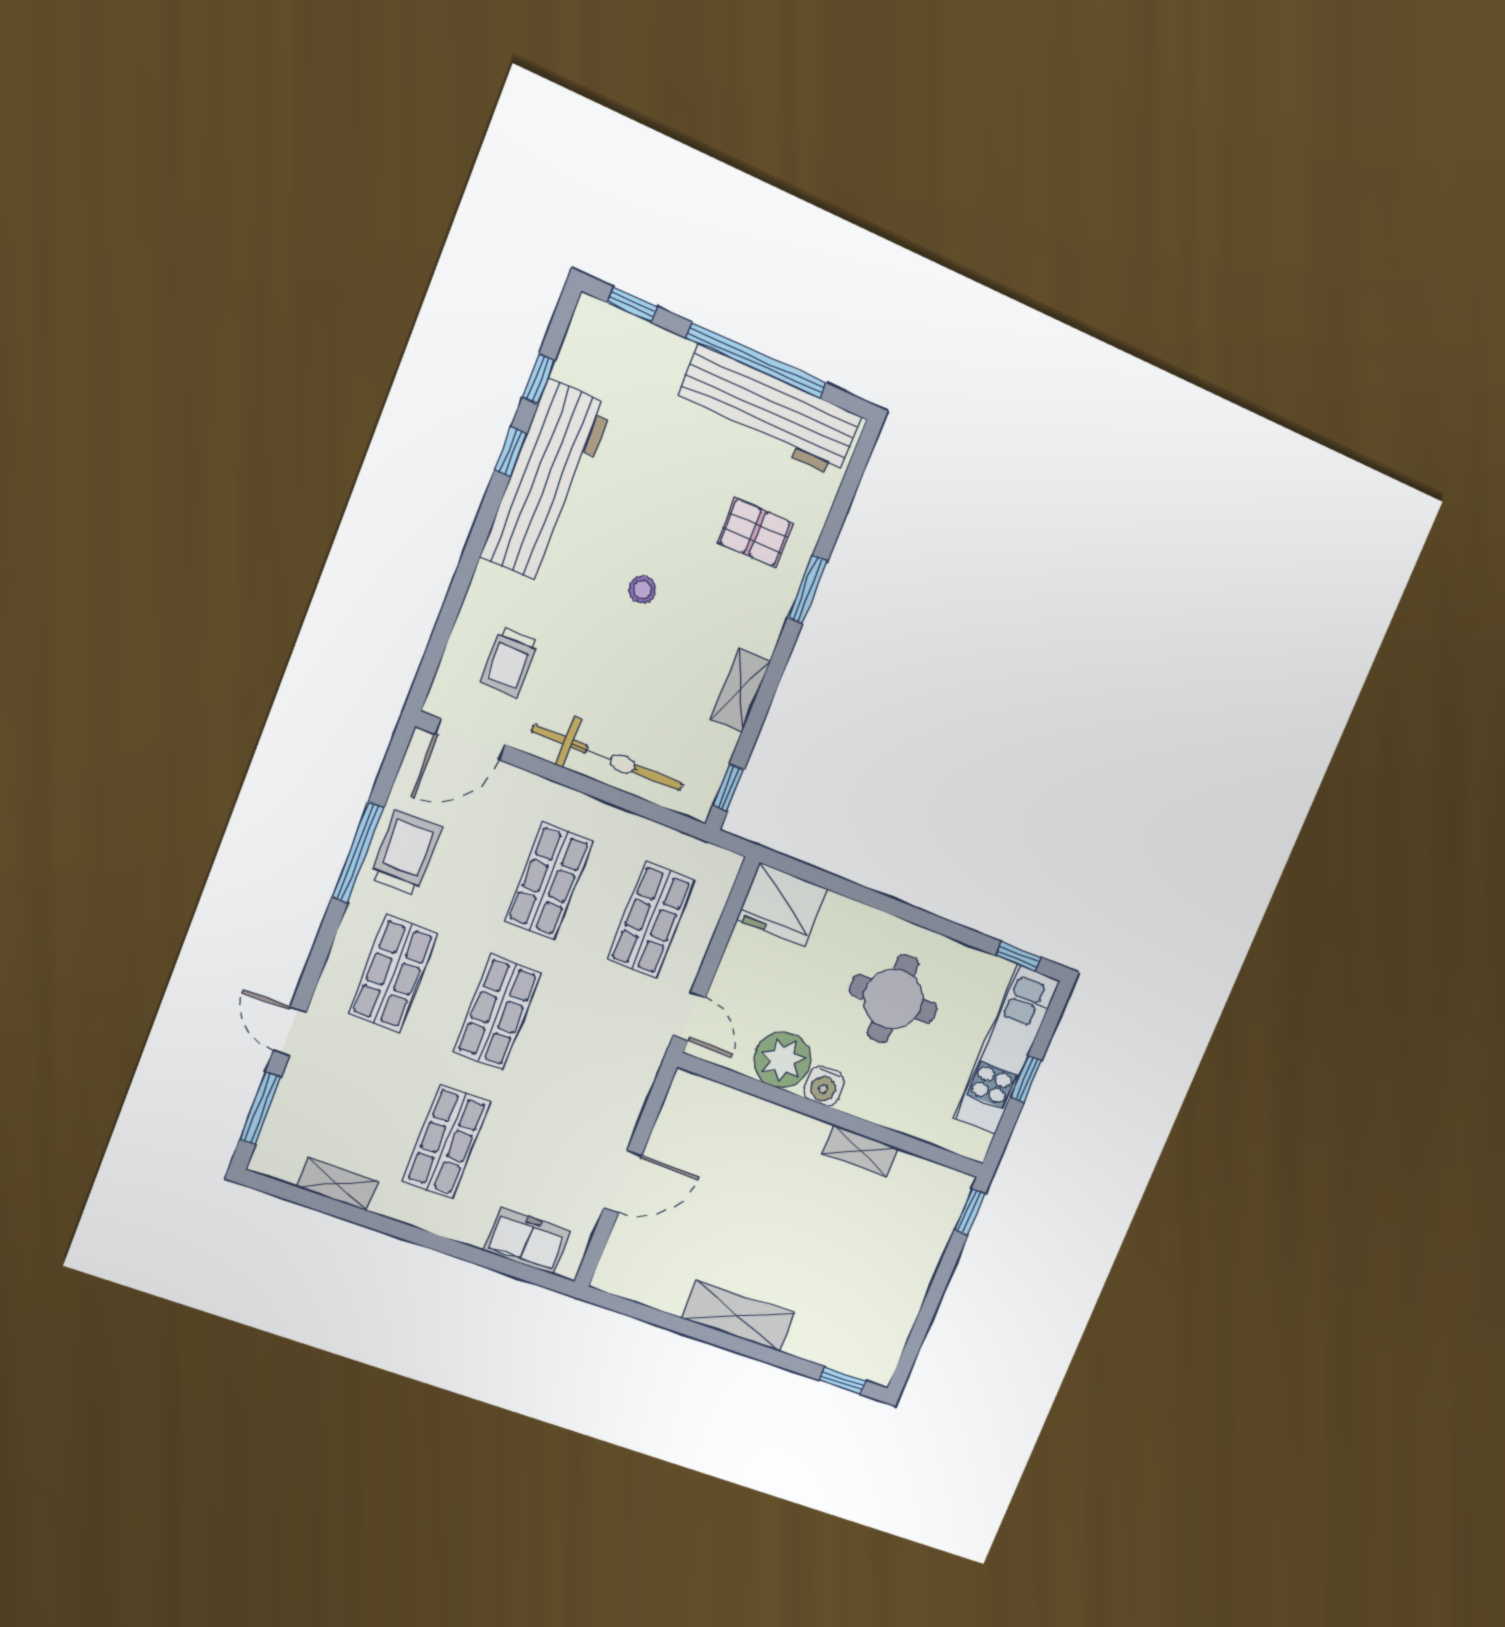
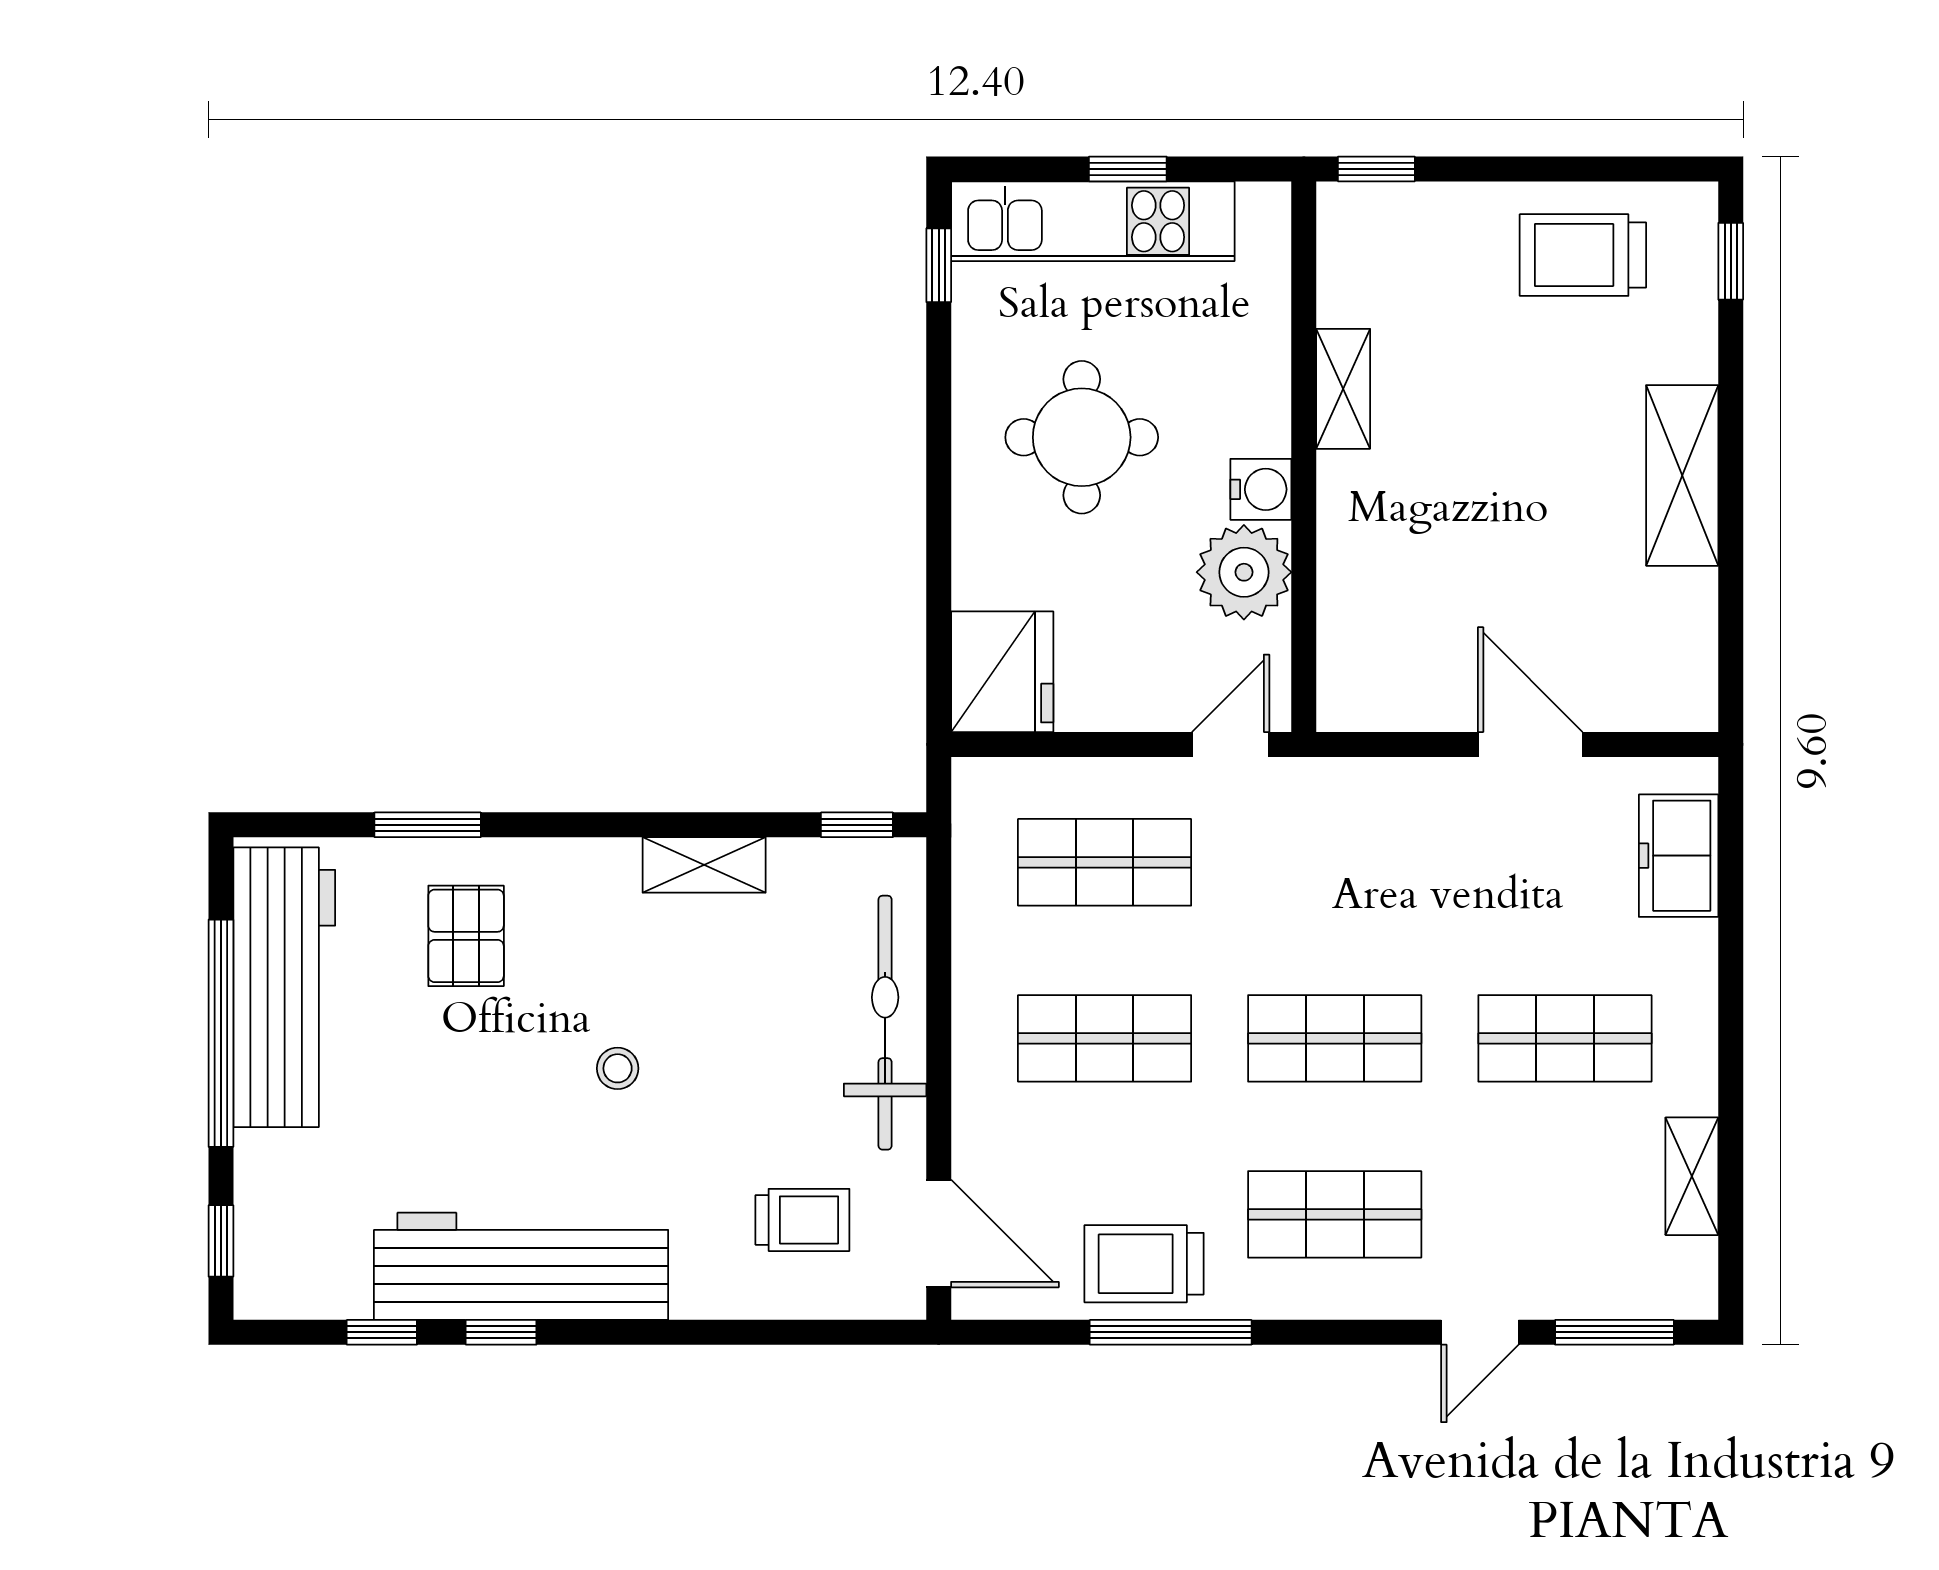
window: (808, 590) -> (428, 825), moved
trolley: (879, 1304) -> (1583, 255), added

